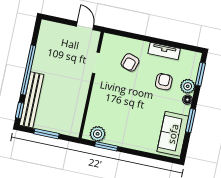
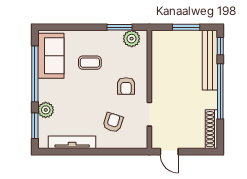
shoe rack: (43, 38) -> (211, 129), added
tv unit: (164, 51) -> (72, 142), width x1.41
armchair: (164, 82) -> (126, 86), moved
floor lamp: (187, 100) -> (43, 96), removed
coffee table: (139, 120) -> (90, 63), added
window: (191, 121) -> (35, 74), width x2.11

